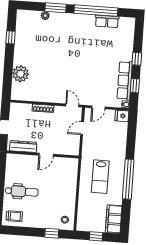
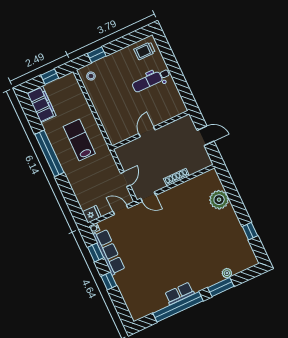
row of seats: (107, 21) -> (179, 293), moved
door: (98, 107) -> (120, 210), hinge flipped
dresser: (23, 147) -> (175, 127), removed

